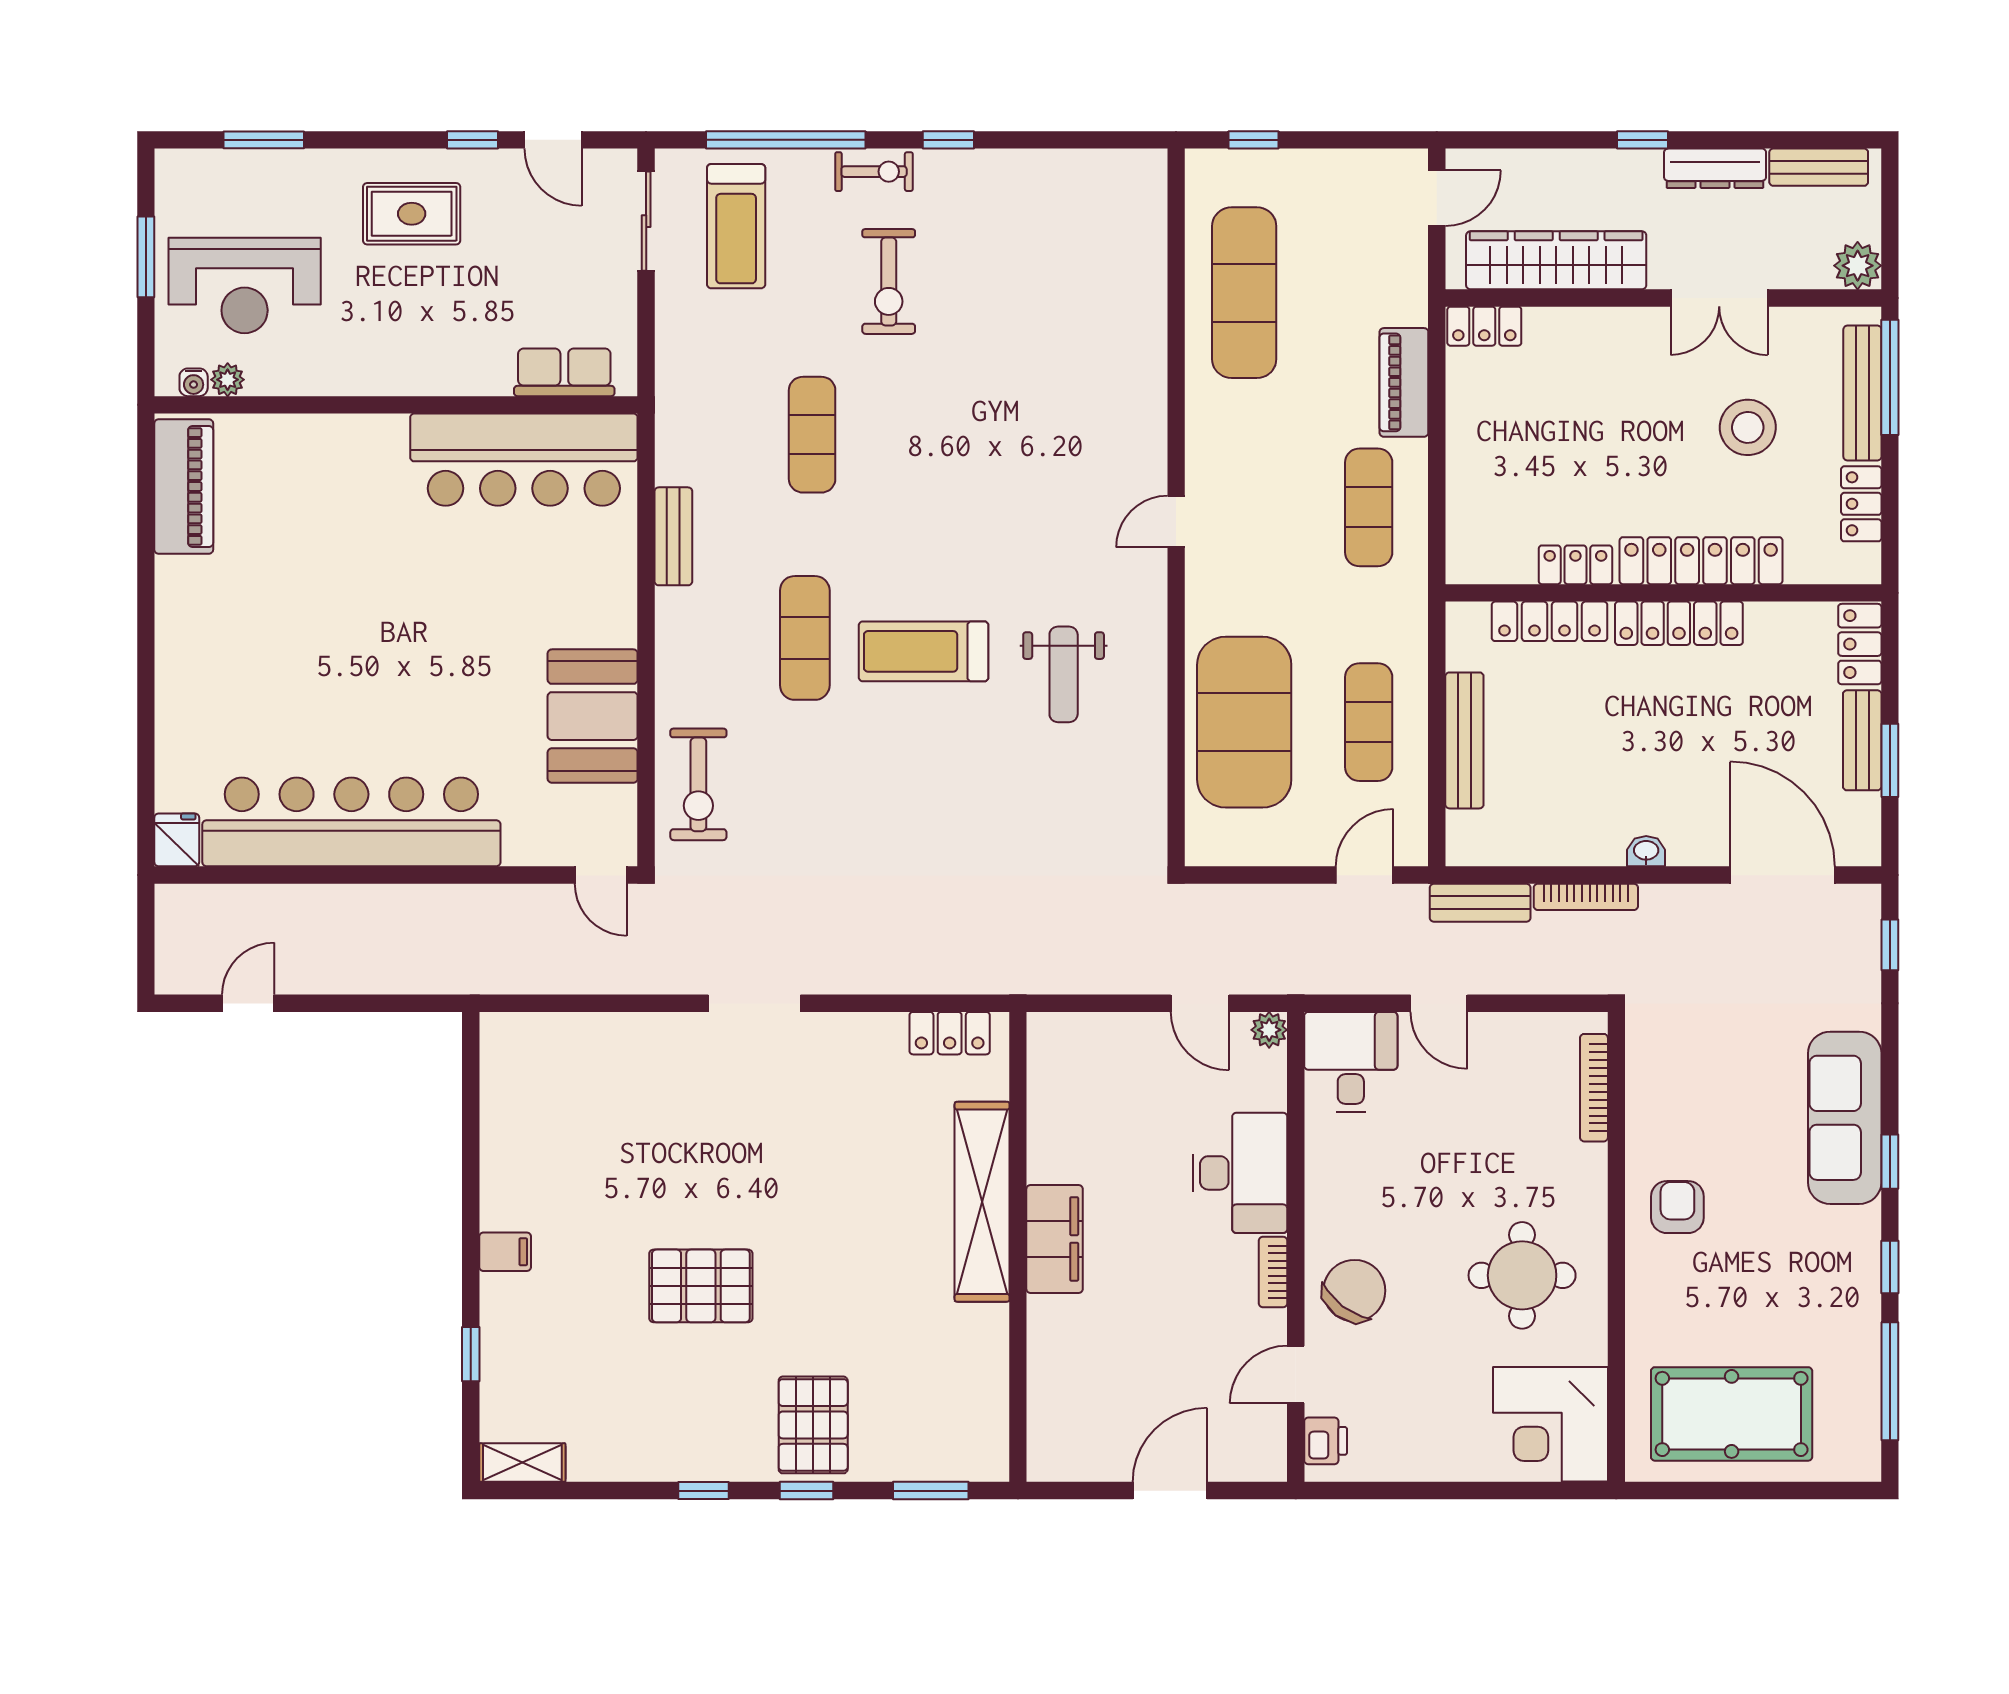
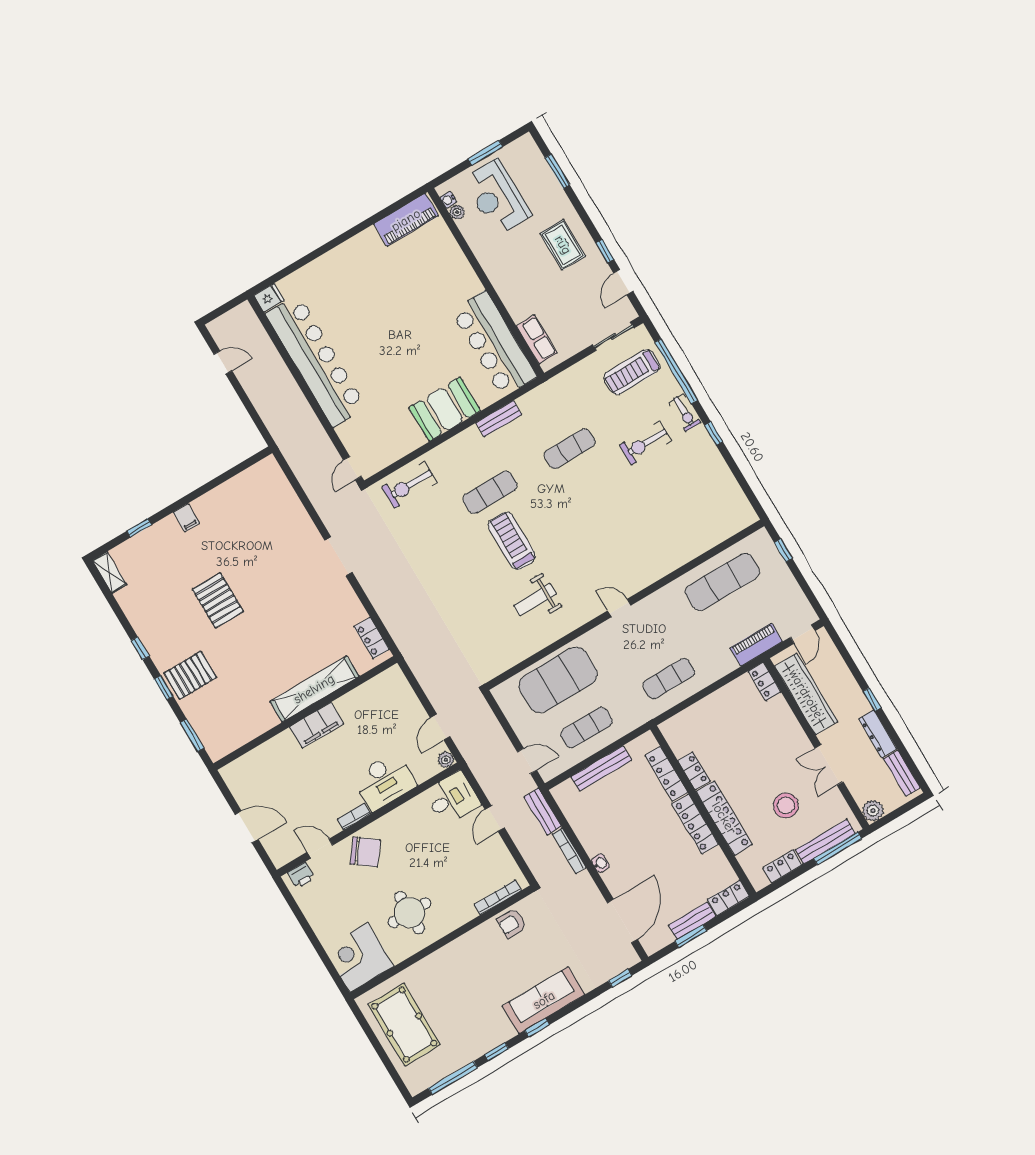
door: (1437, 198) -> (803, 634), hinge flipped
piano: (1404, 382) -> (756, 645), moved
booth: (593, 716) -> (445, 409), moved
armchair: (1677, 1207) -> (512, 923), moved, turned 180

